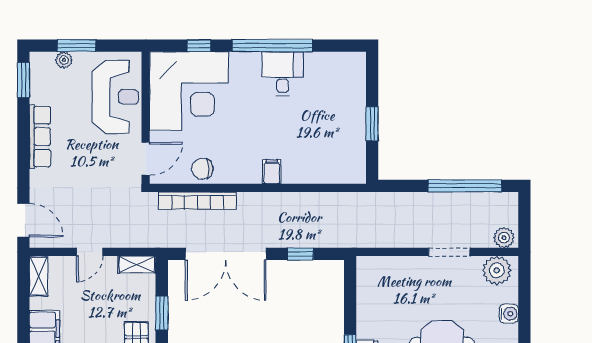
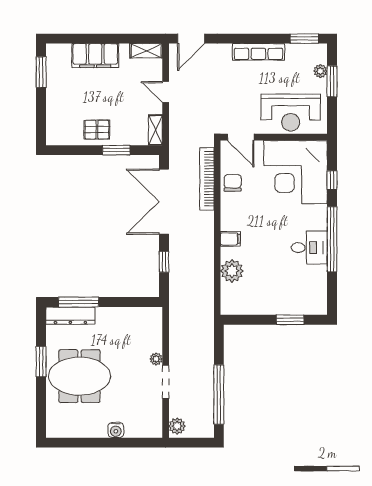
window: (372, 124) -> (290, 320), moved
plant: (311, 170) -> (232, 271), added
plant: (497, 270) -> (156, 359), moved, width x0.53, depth x0.53

